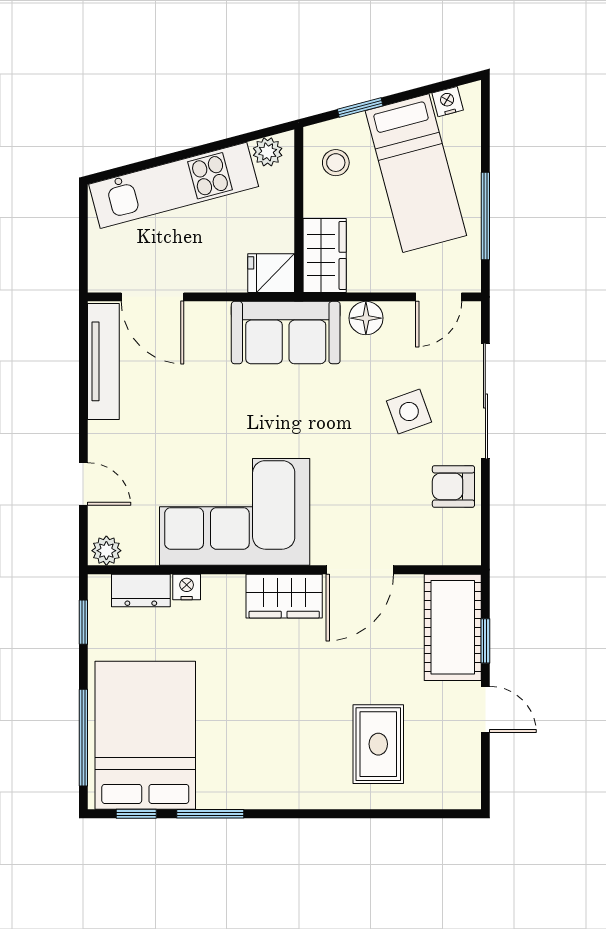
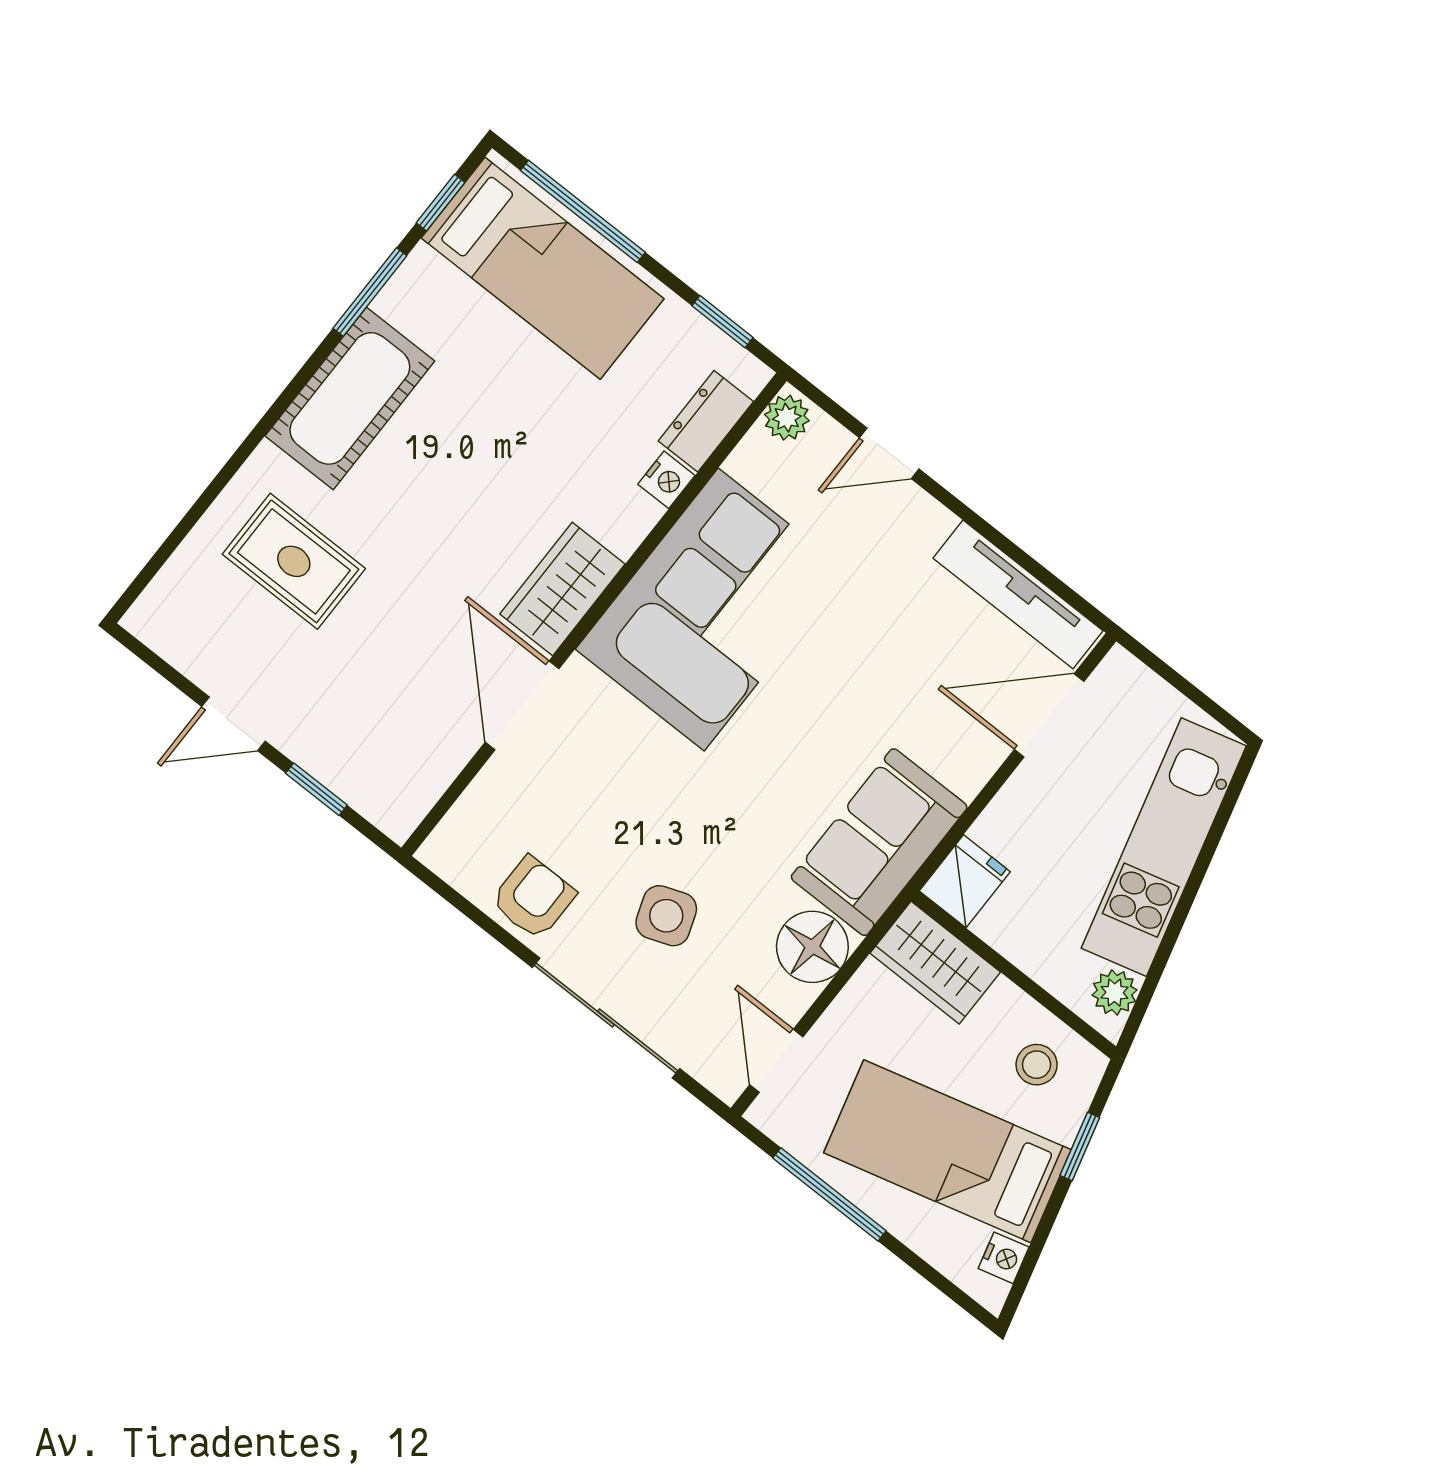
floor lamp: (366, 318) -> (812, 947), width x1.38, depth x1.38
cot: (453, 627) -> (350, 398), moved, turned 90
bed: (145, 735) -> (543, 268), width x0.67

